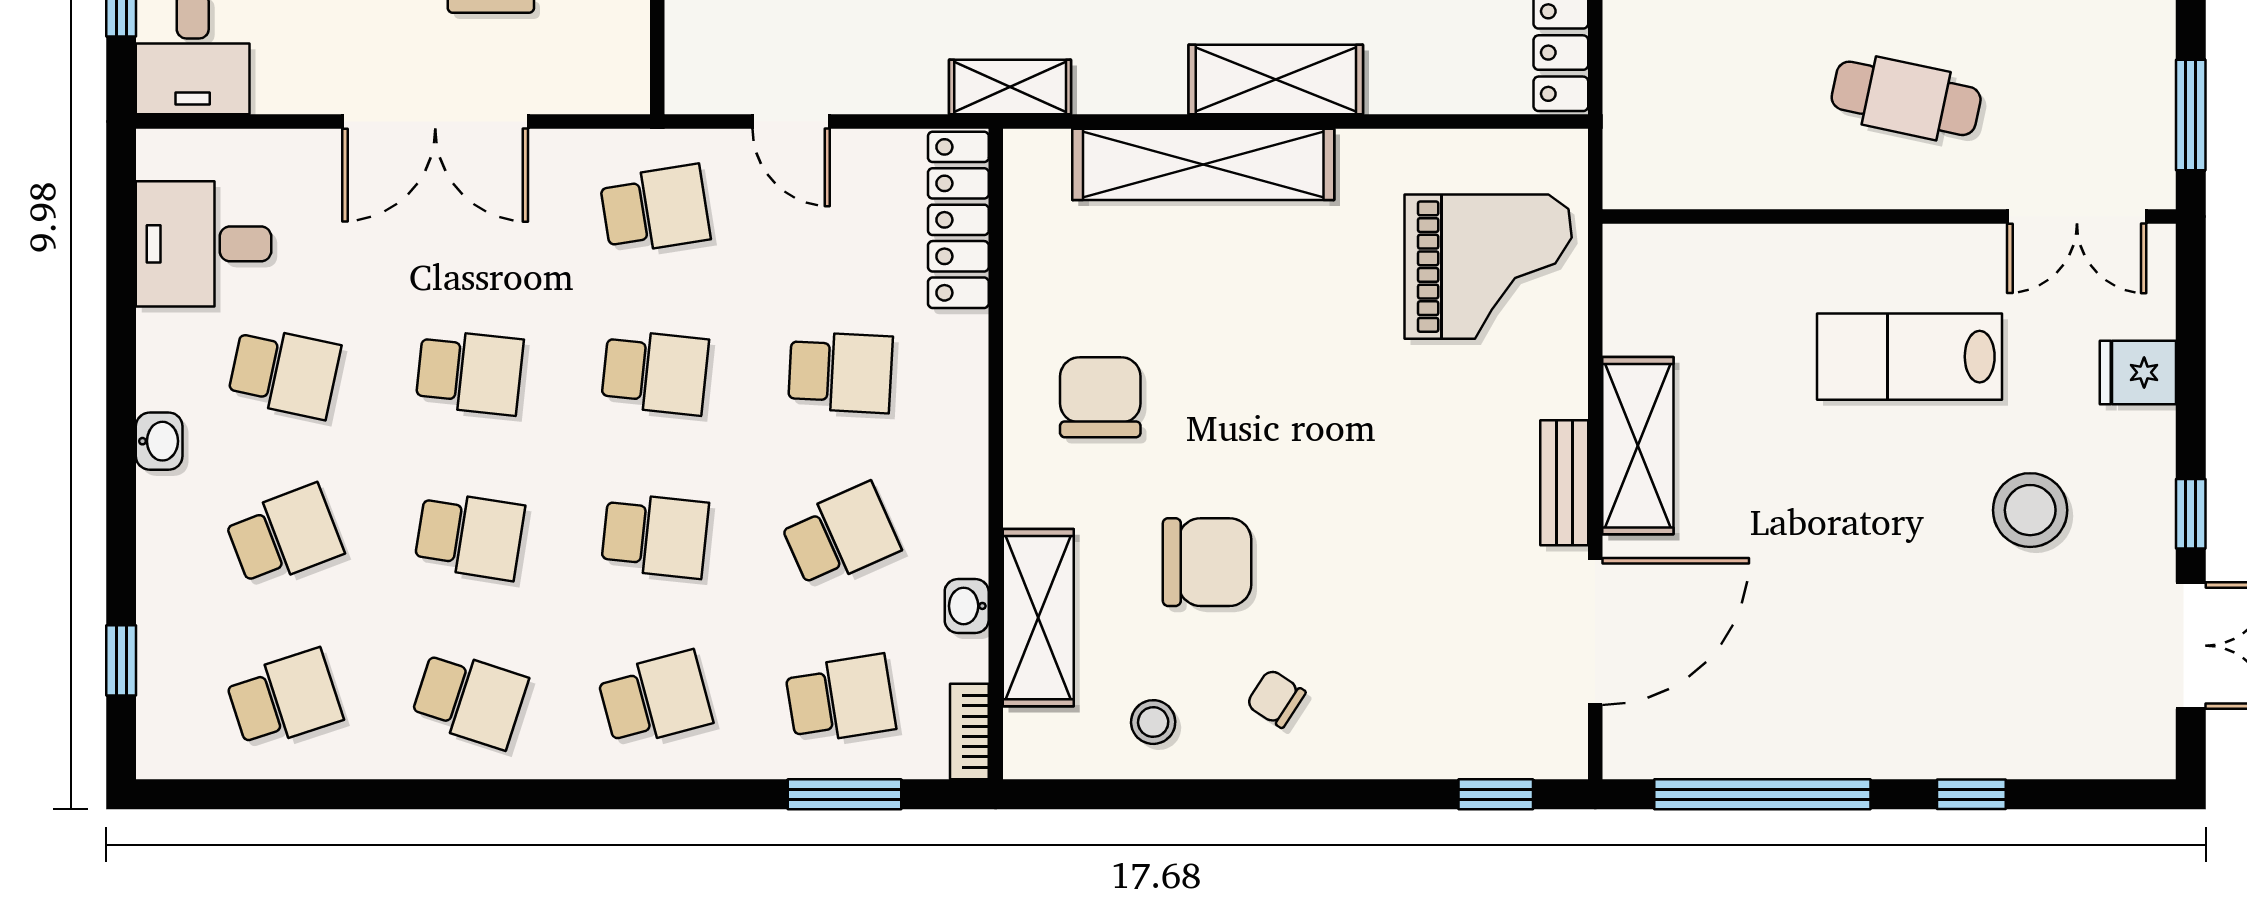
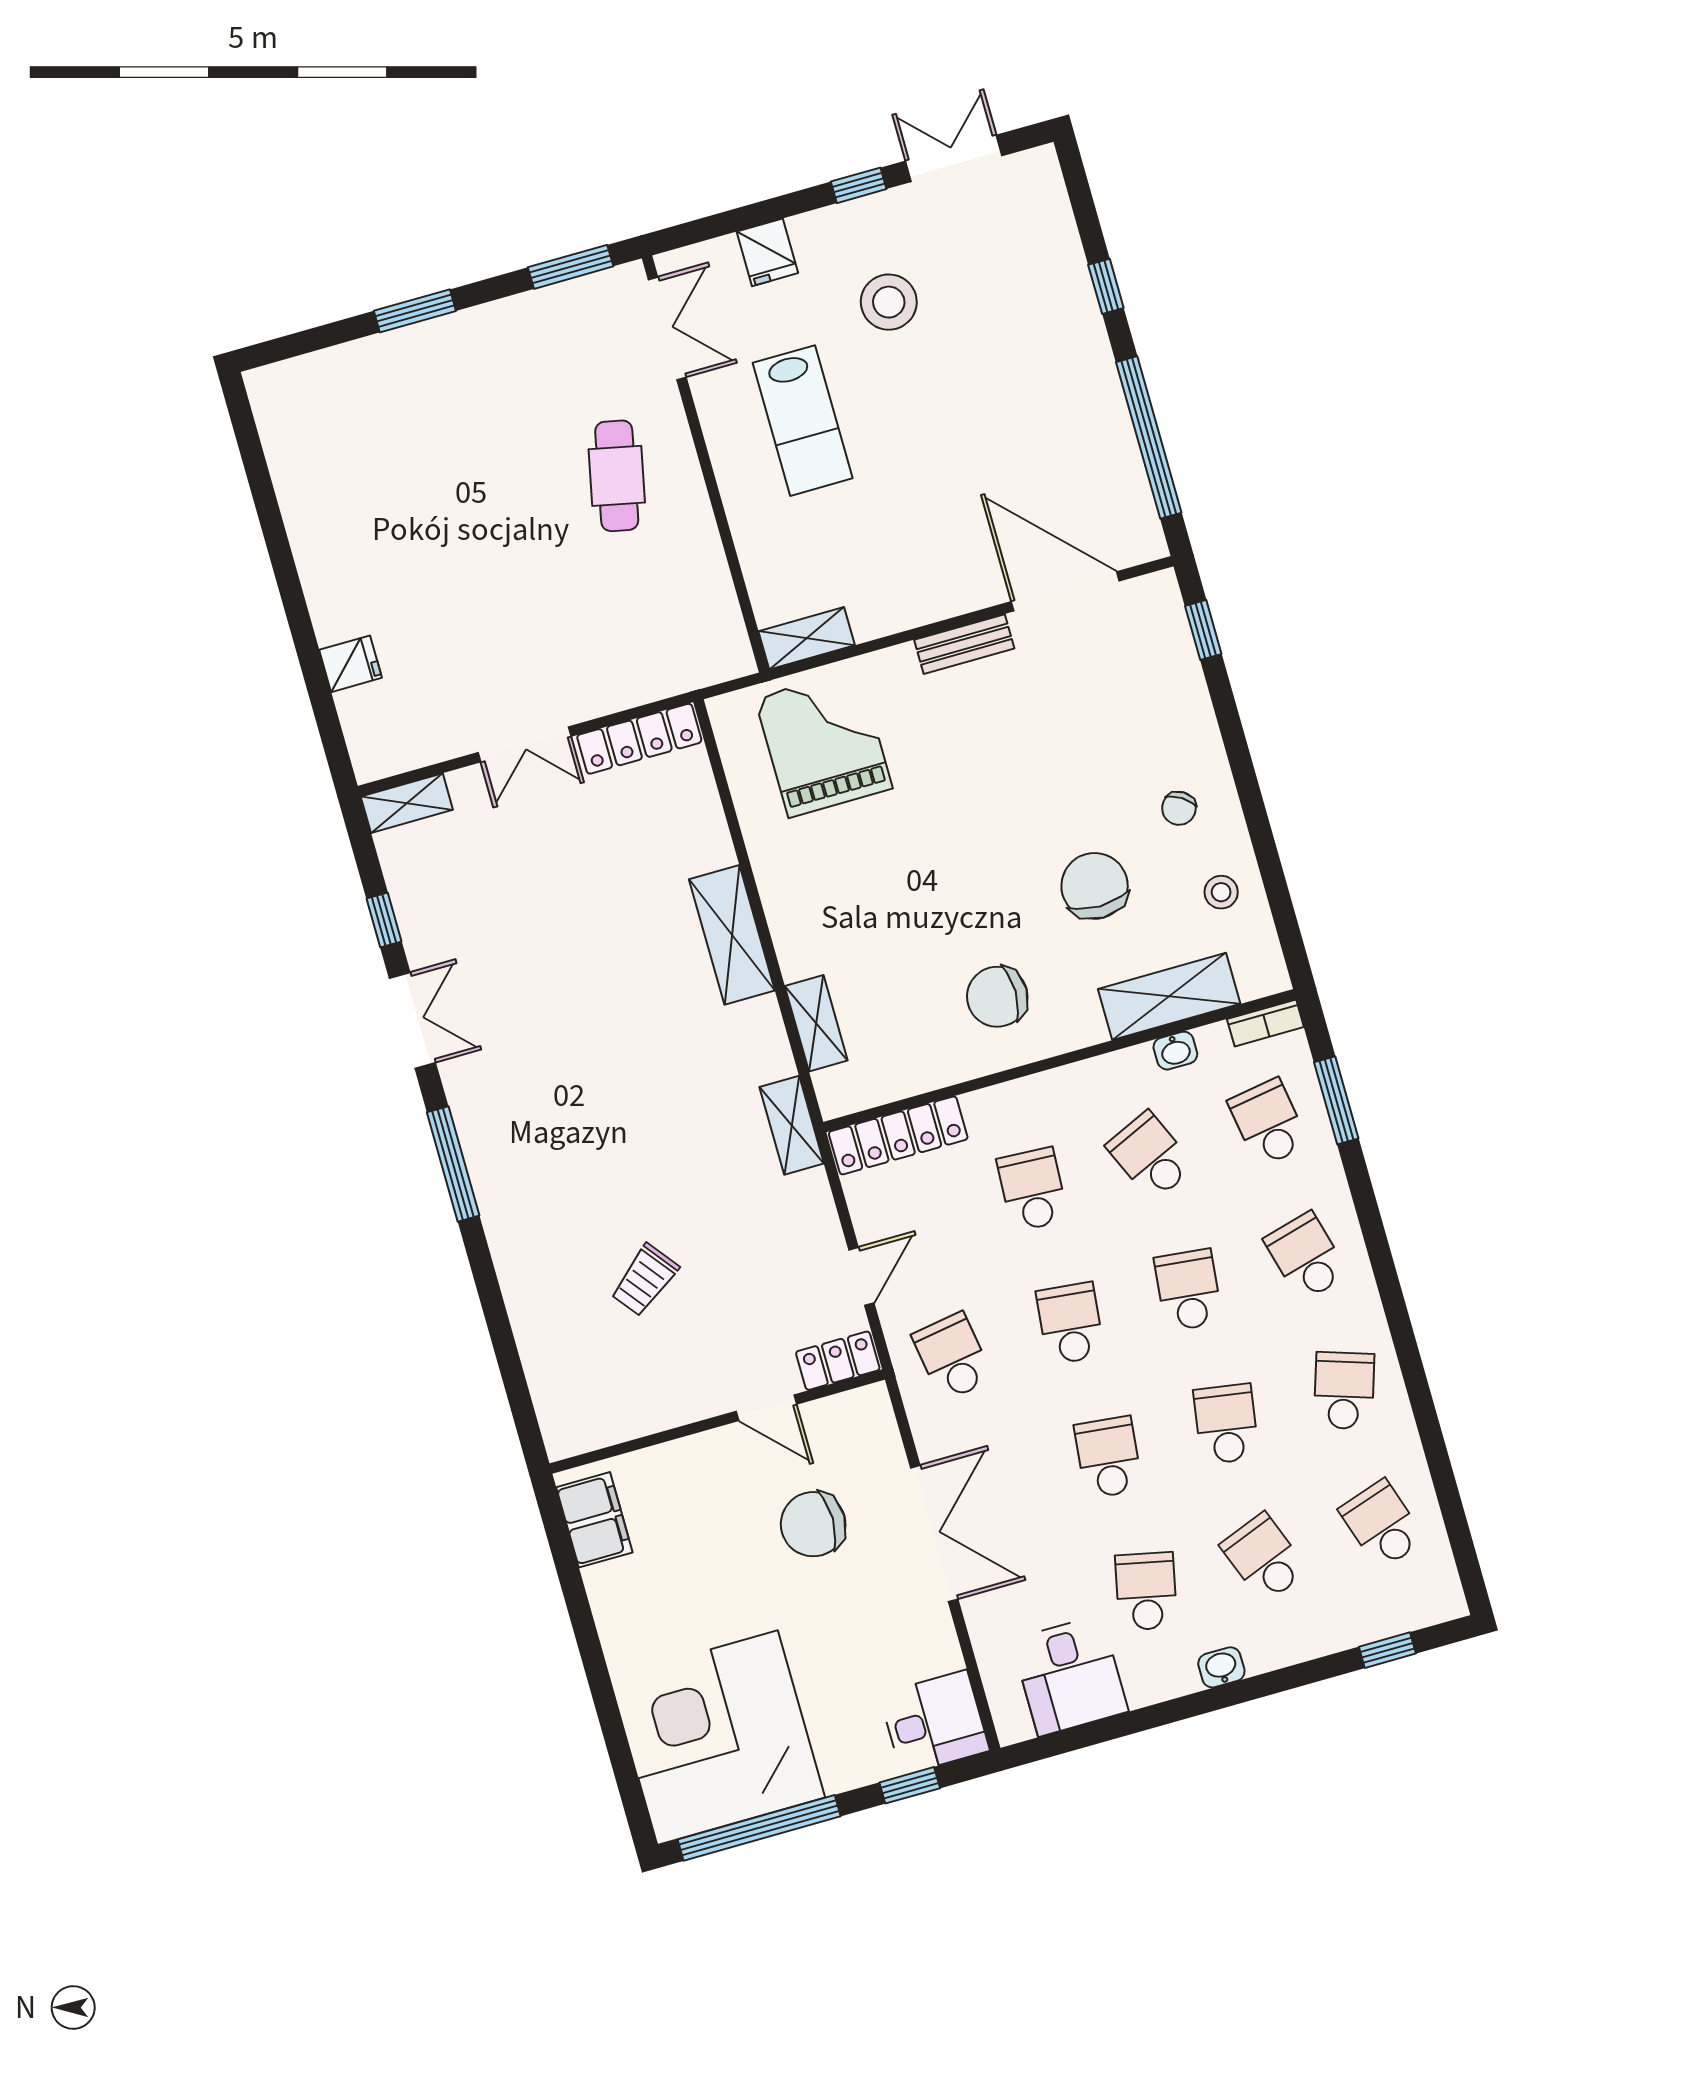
locker: (692, 61) -> (838, 1361), added
shelving: (1203, 164) -> (816, 1023), width x0.45, depth x0.75
shelving: (1638, 446) -> (807, 638), moved, width x0.67, depth x0.75

